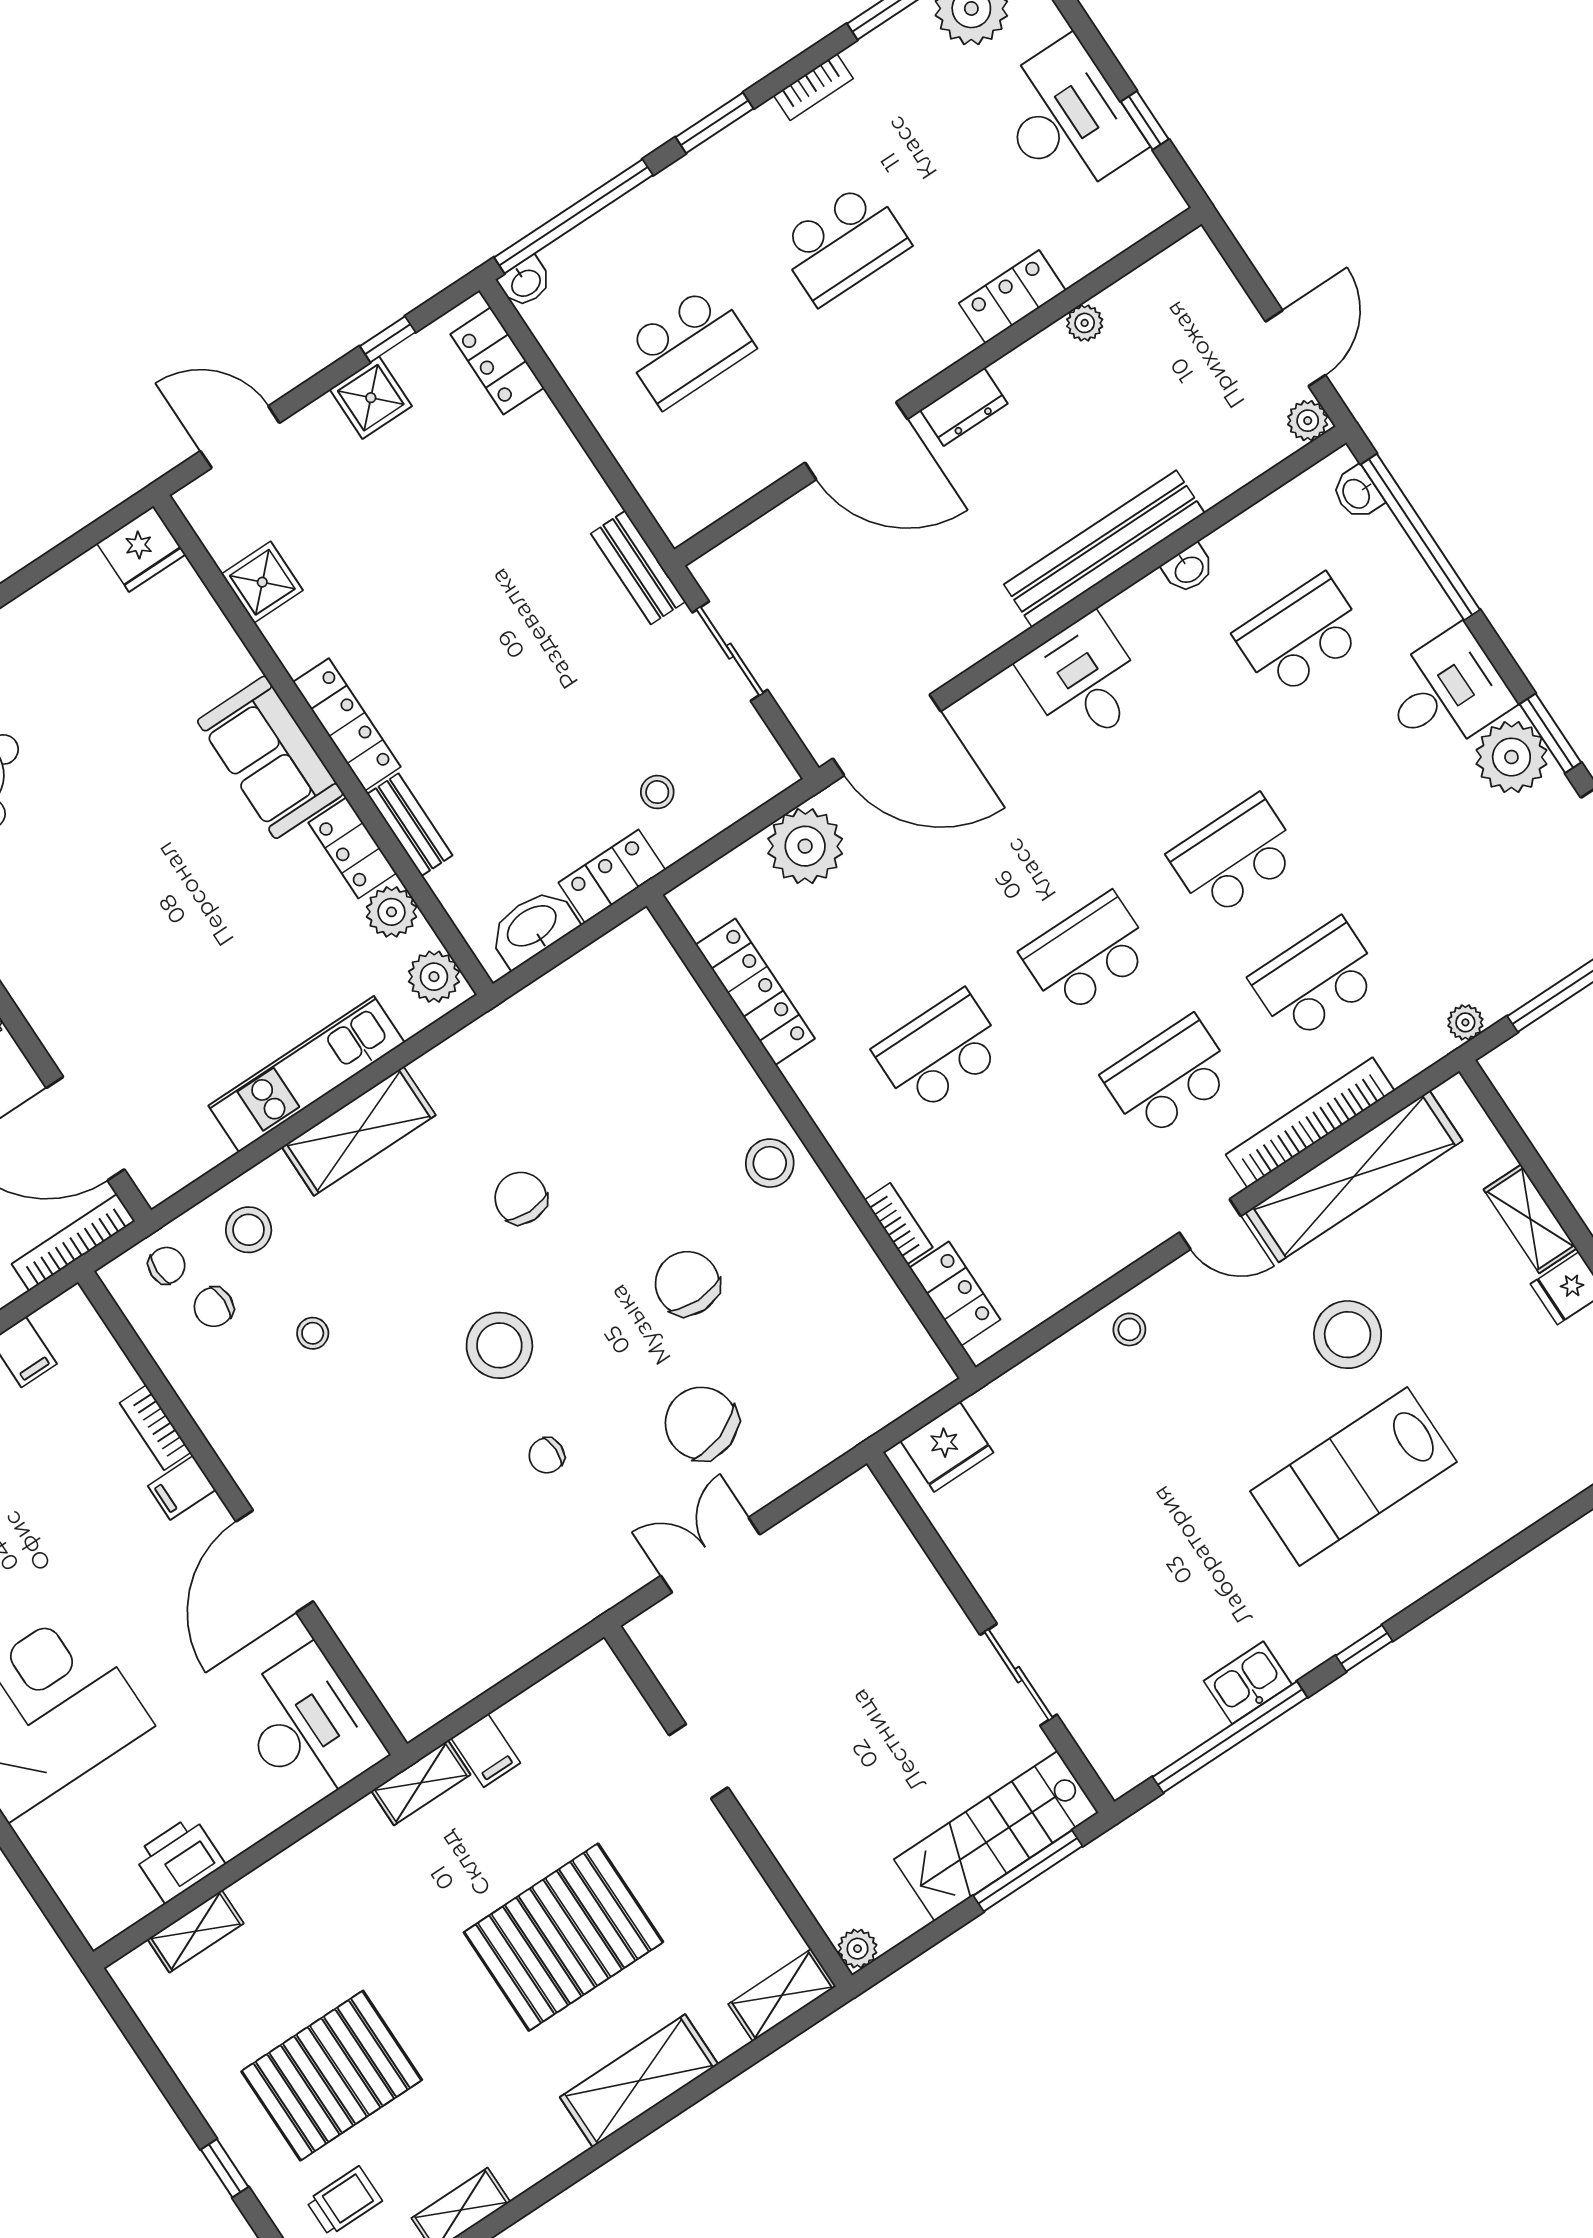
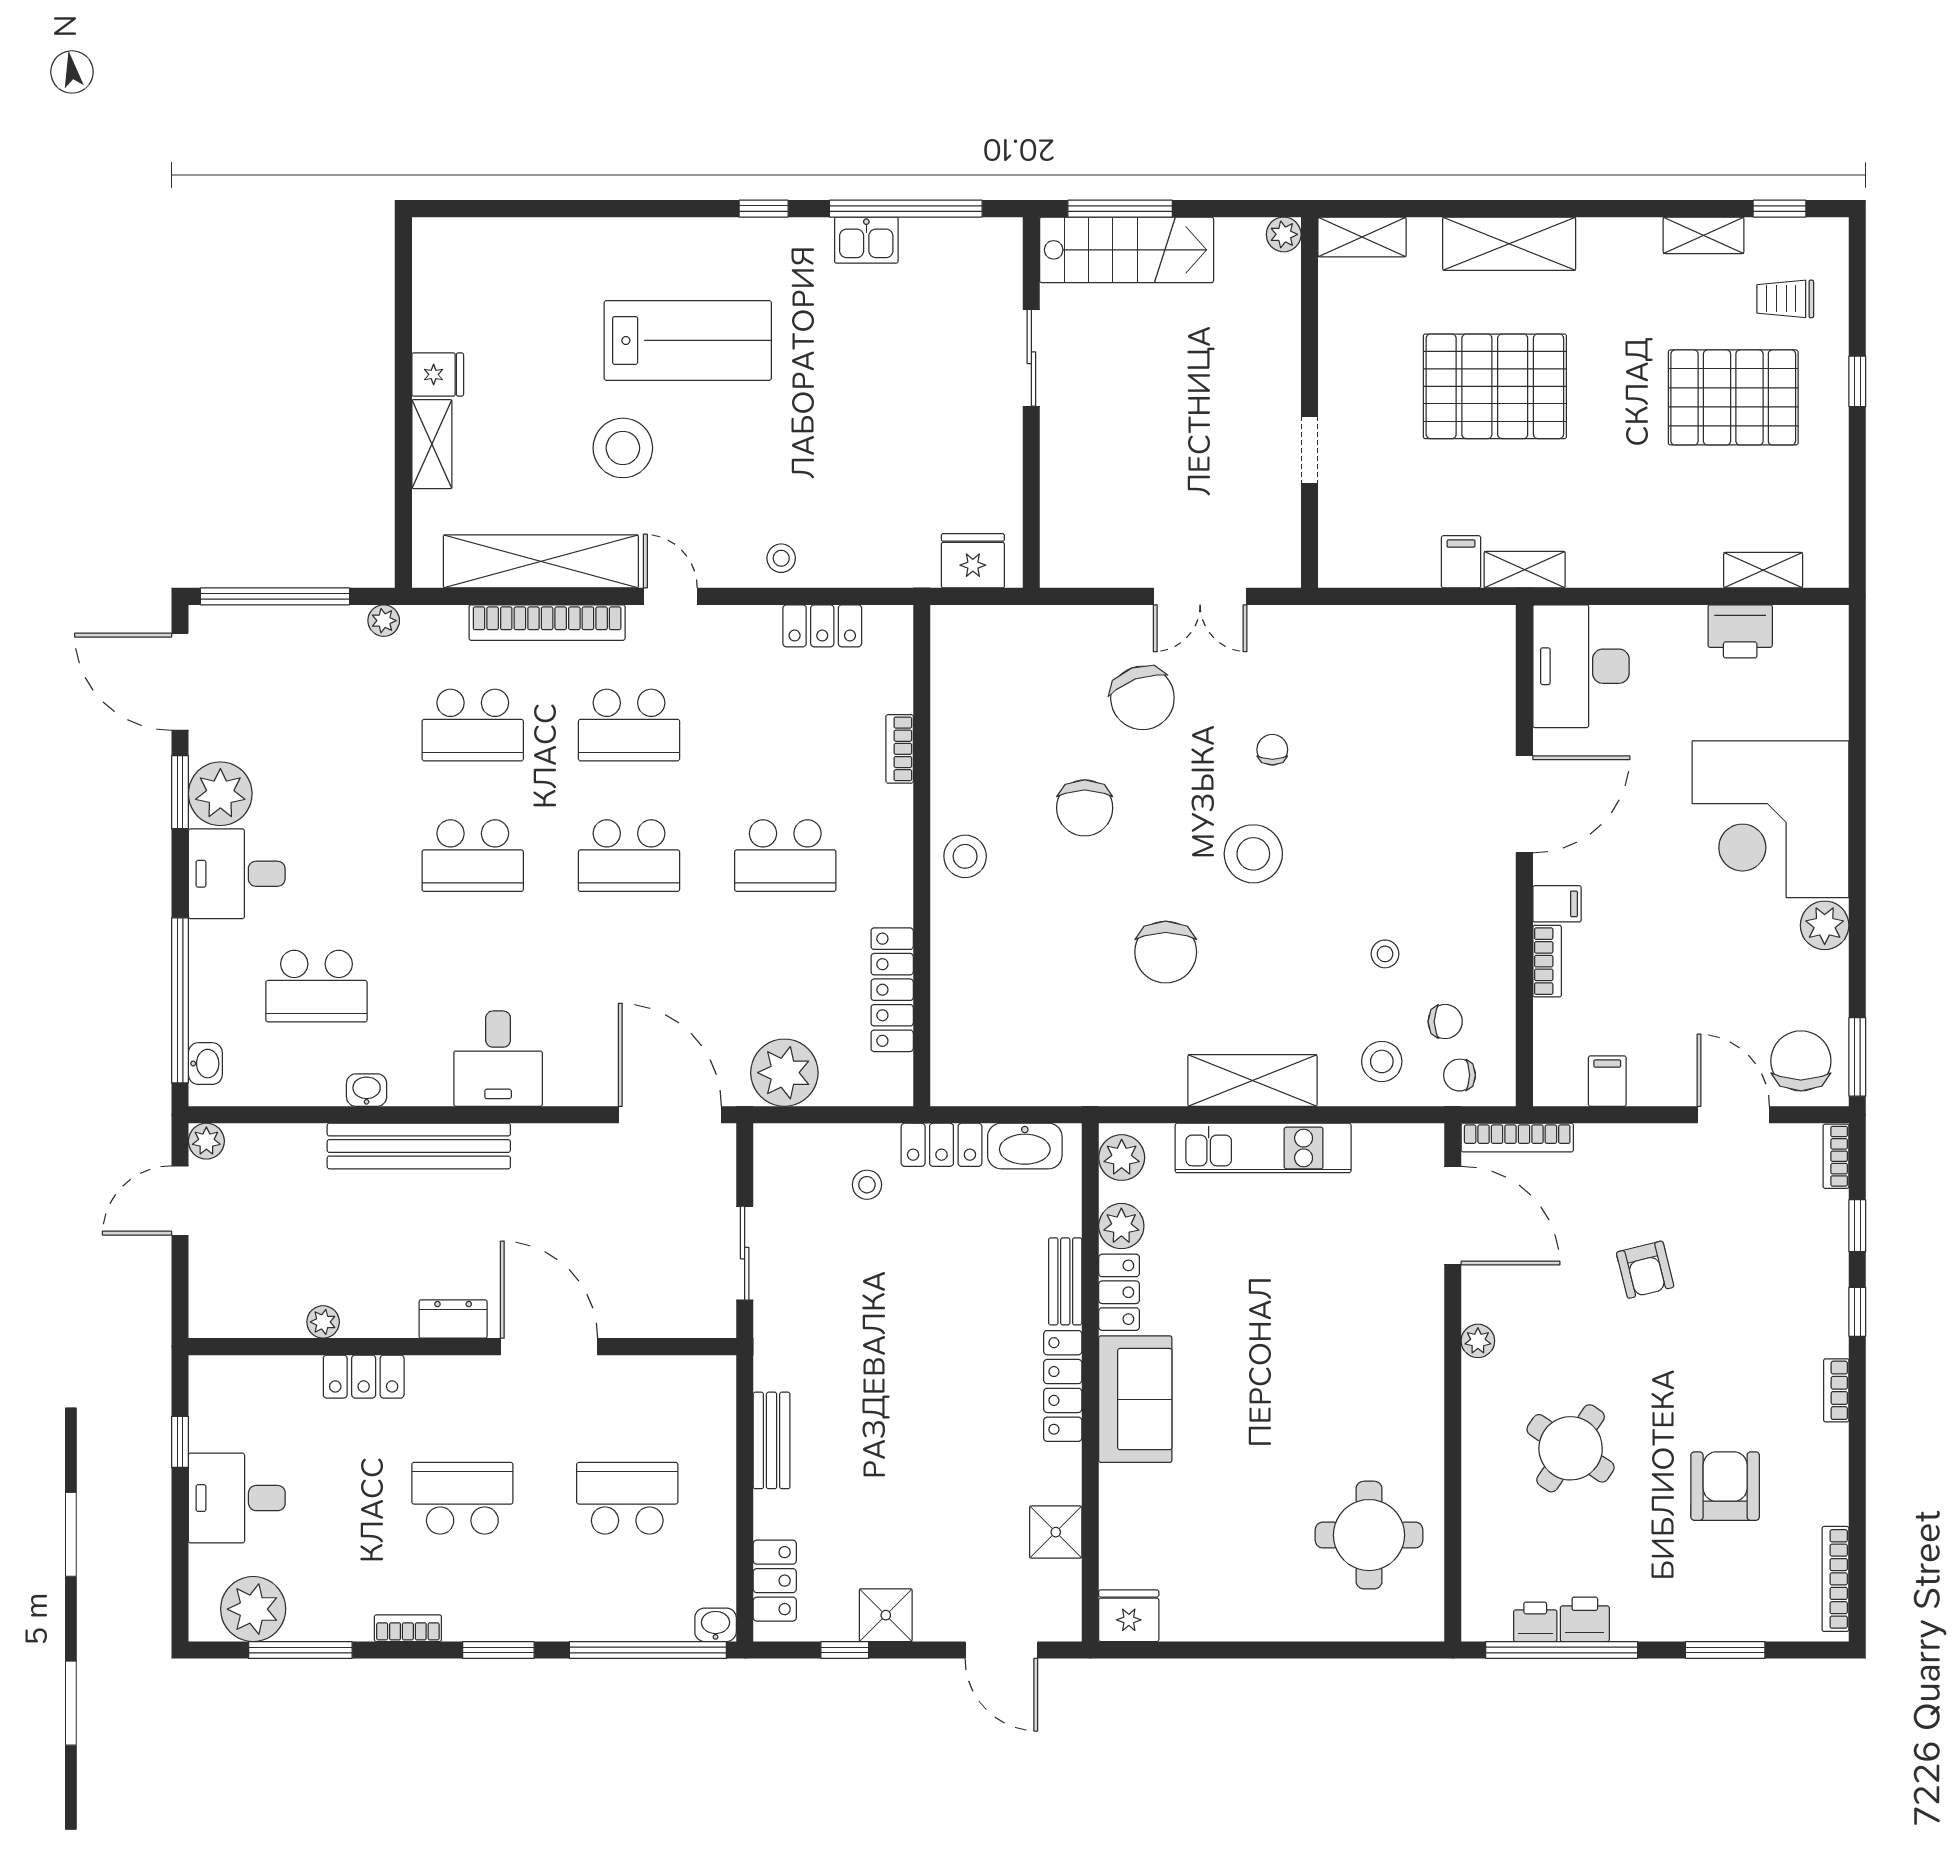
desk: (1067, 119) -> (237, 1498), width x0.73
bench: (638, 568) -> (772, 1440), moved
chair: (521, 1198) -> (1166, 952), width x1.37, depth x1.37
locker: (955, 1294) -> (822, 626), moved, turned -90
chair: (547, 1455) -> (1272, 750), turned -90

